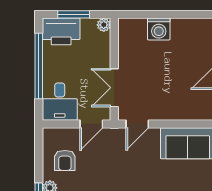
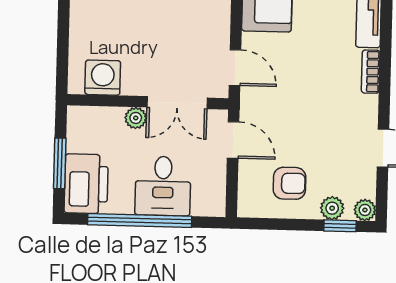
plant: (104, 25) -> (136, 118), moved
washing machine: (159, 29) -> (103, 78), moved, turned -90
desk: (60, 102) -> (163, 186), moved, turned 90

